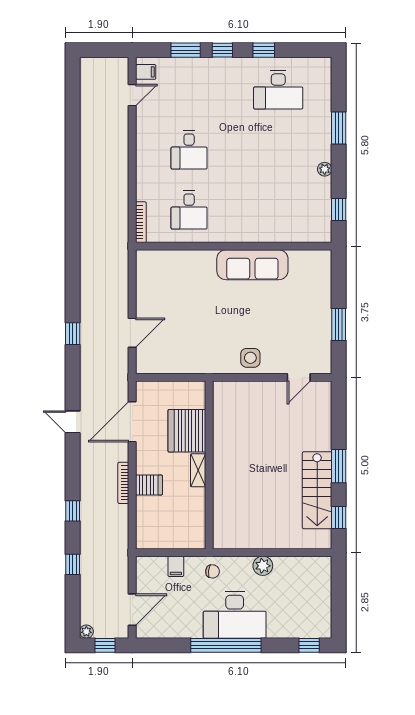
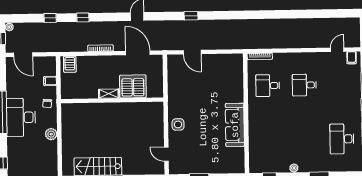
door: (132, 95) -> (337, 50), swing flipped
server rack: (149, 485) -> (70, 64), moved

